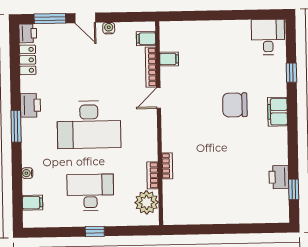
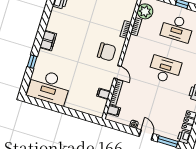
desk: (268, 37) -> (49, 87), width x1.87, depth x1.30
door: (159, 98) -> (117, 72), hinge flipped
chair: (235, 105) -> (107, 52), moved
desk: (89, 125) -> (165, 70), width x0.73, depth x0.77

